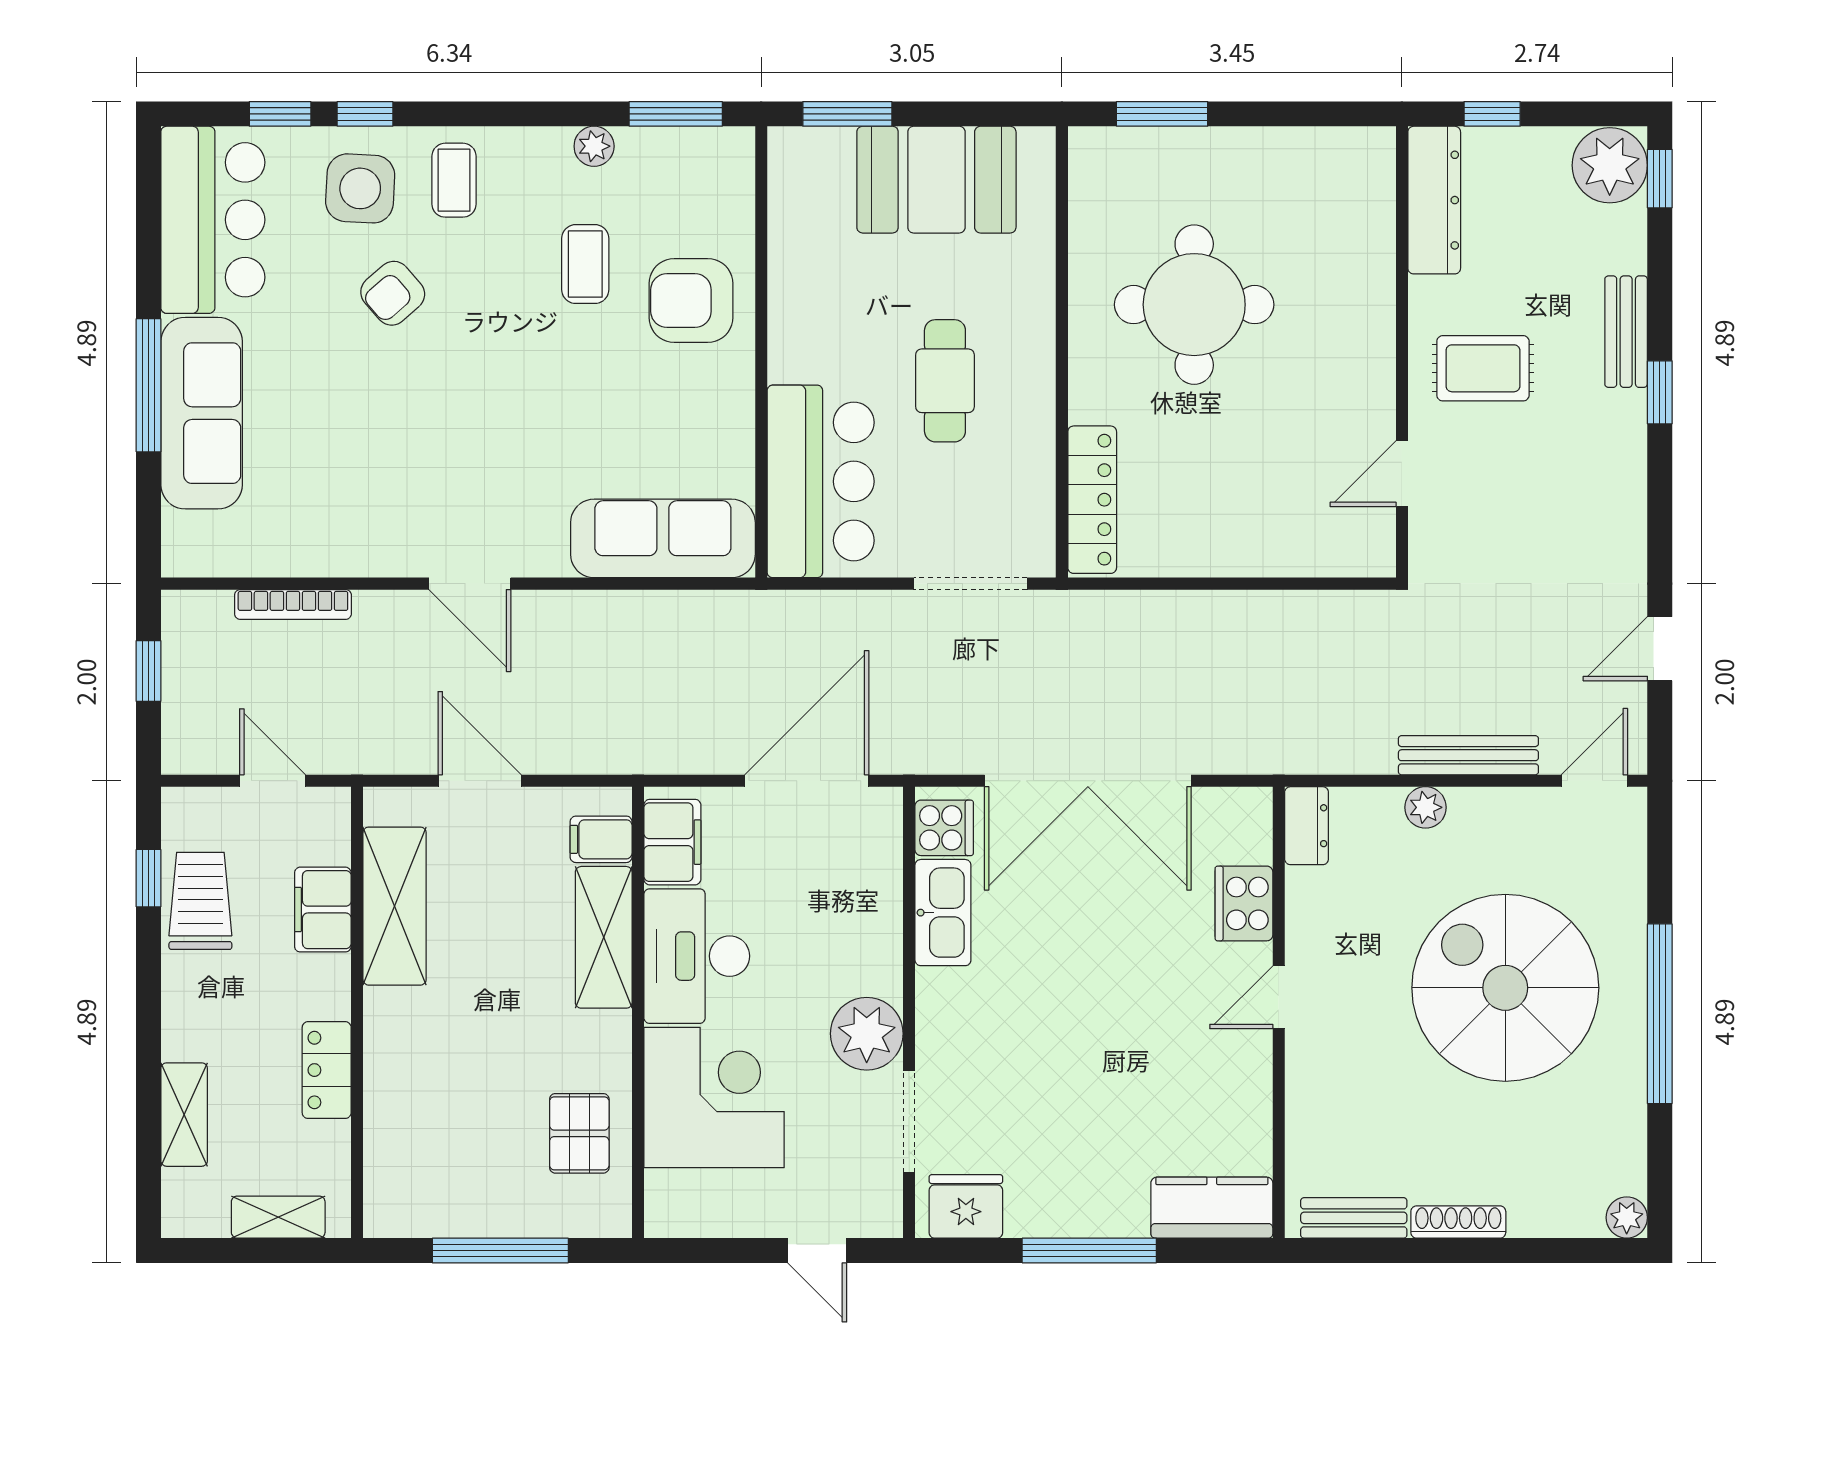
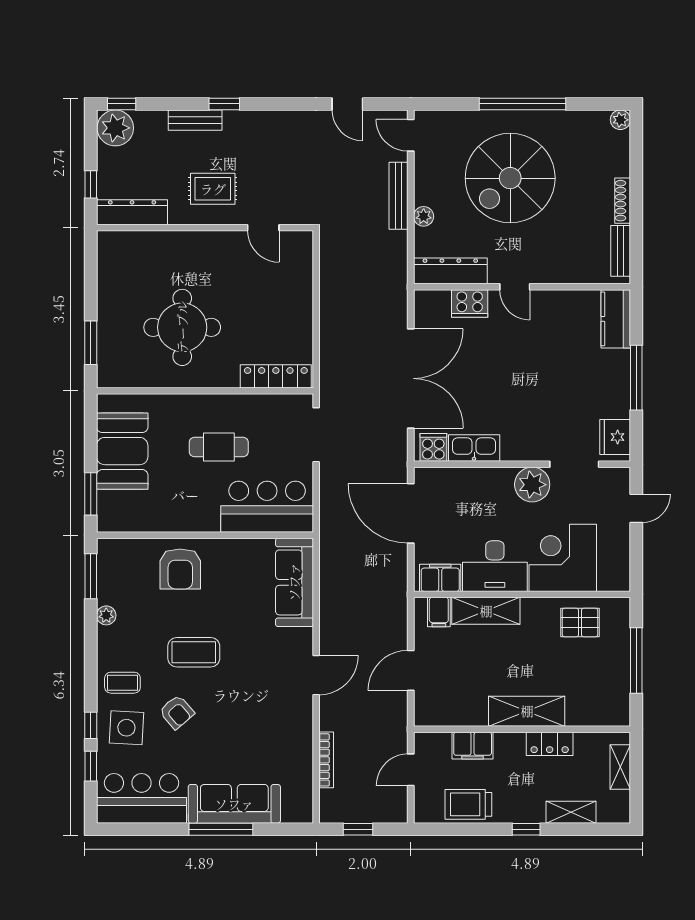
coffee table: (585, 264) -> (194, 652), moved, width x1.36, depth x1.30
rug: (1483, 368) -> (213, 189), turned 90
dresser: (1307, 826) -> (450, 271), width x1.96, depth x1.24
window: (149, 878) -> (526, 829), moved
shelving: (395, 906) -> (527, 711), moved

